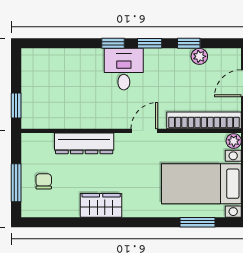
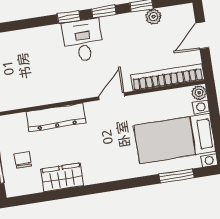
wardrobe: (101, 205) -> (62, 177), moved

